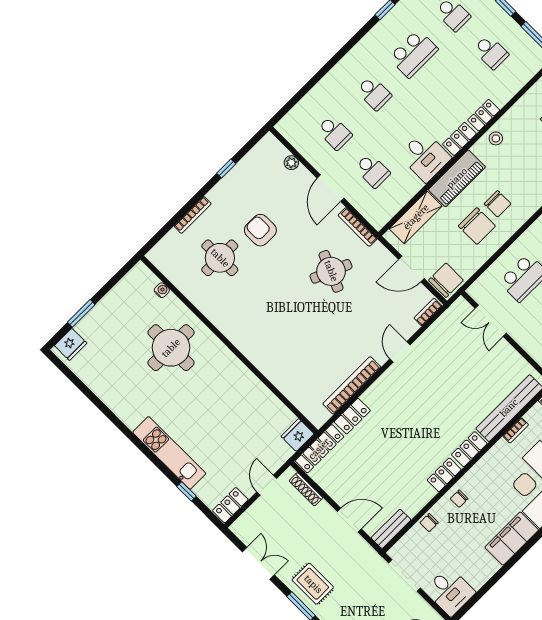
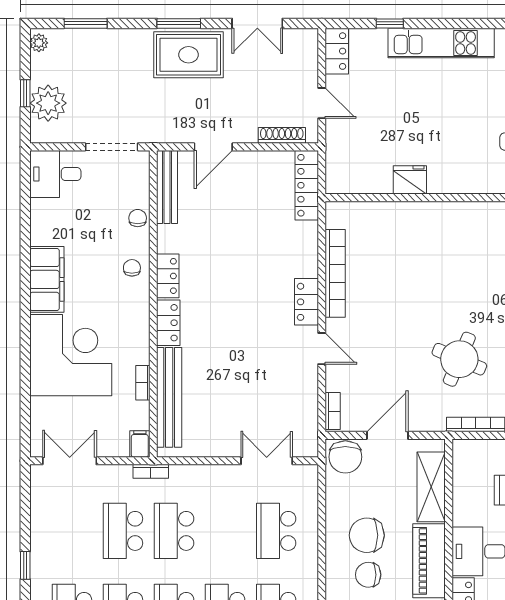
locker: (352, 416) -> (306, 302), moved
fridge: (298, 435) -> (410, 180), moved, turned -90
bench: (391, 529) -> (167, 187), width x1.36
rug: (313, 584) -> (188, 55), width x1.36, depth x1.43

